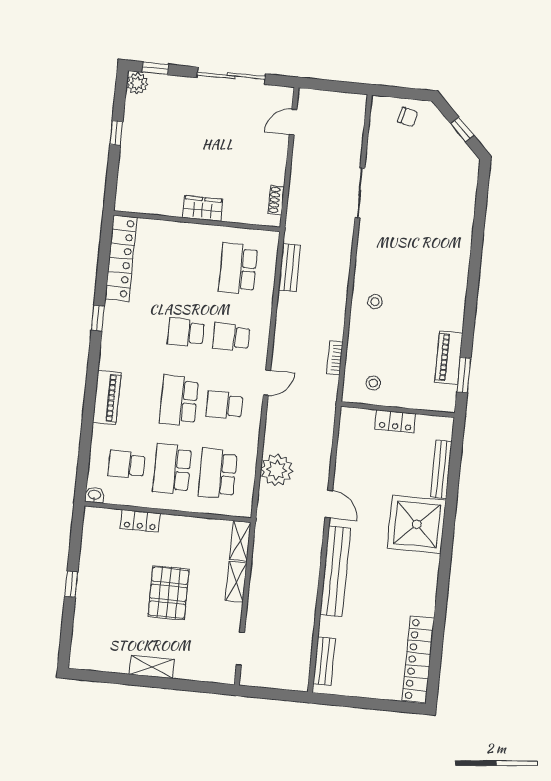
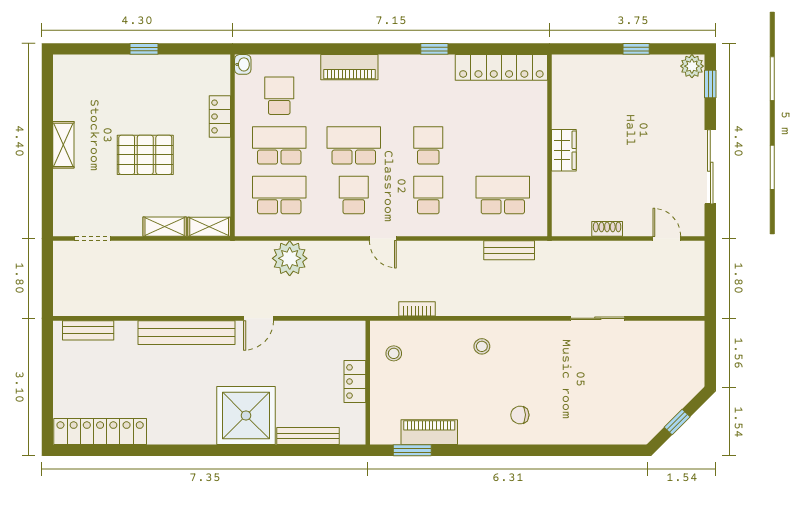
chair: (408, 117) -> (520, 415), moved, turned 77
shoe rack: (276, 200) -> (607, 229), moved

